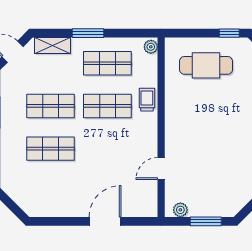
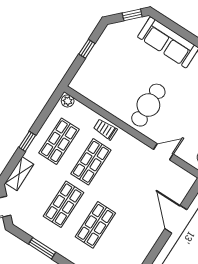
window: (88, 33) -> (27, 141), width x0.67
window: (229, 33) -> (87, 49), moved
cafe table: (206, 65) -> (148, 105), moved
door: (161, 168) -> (163, 152), swing flipped

